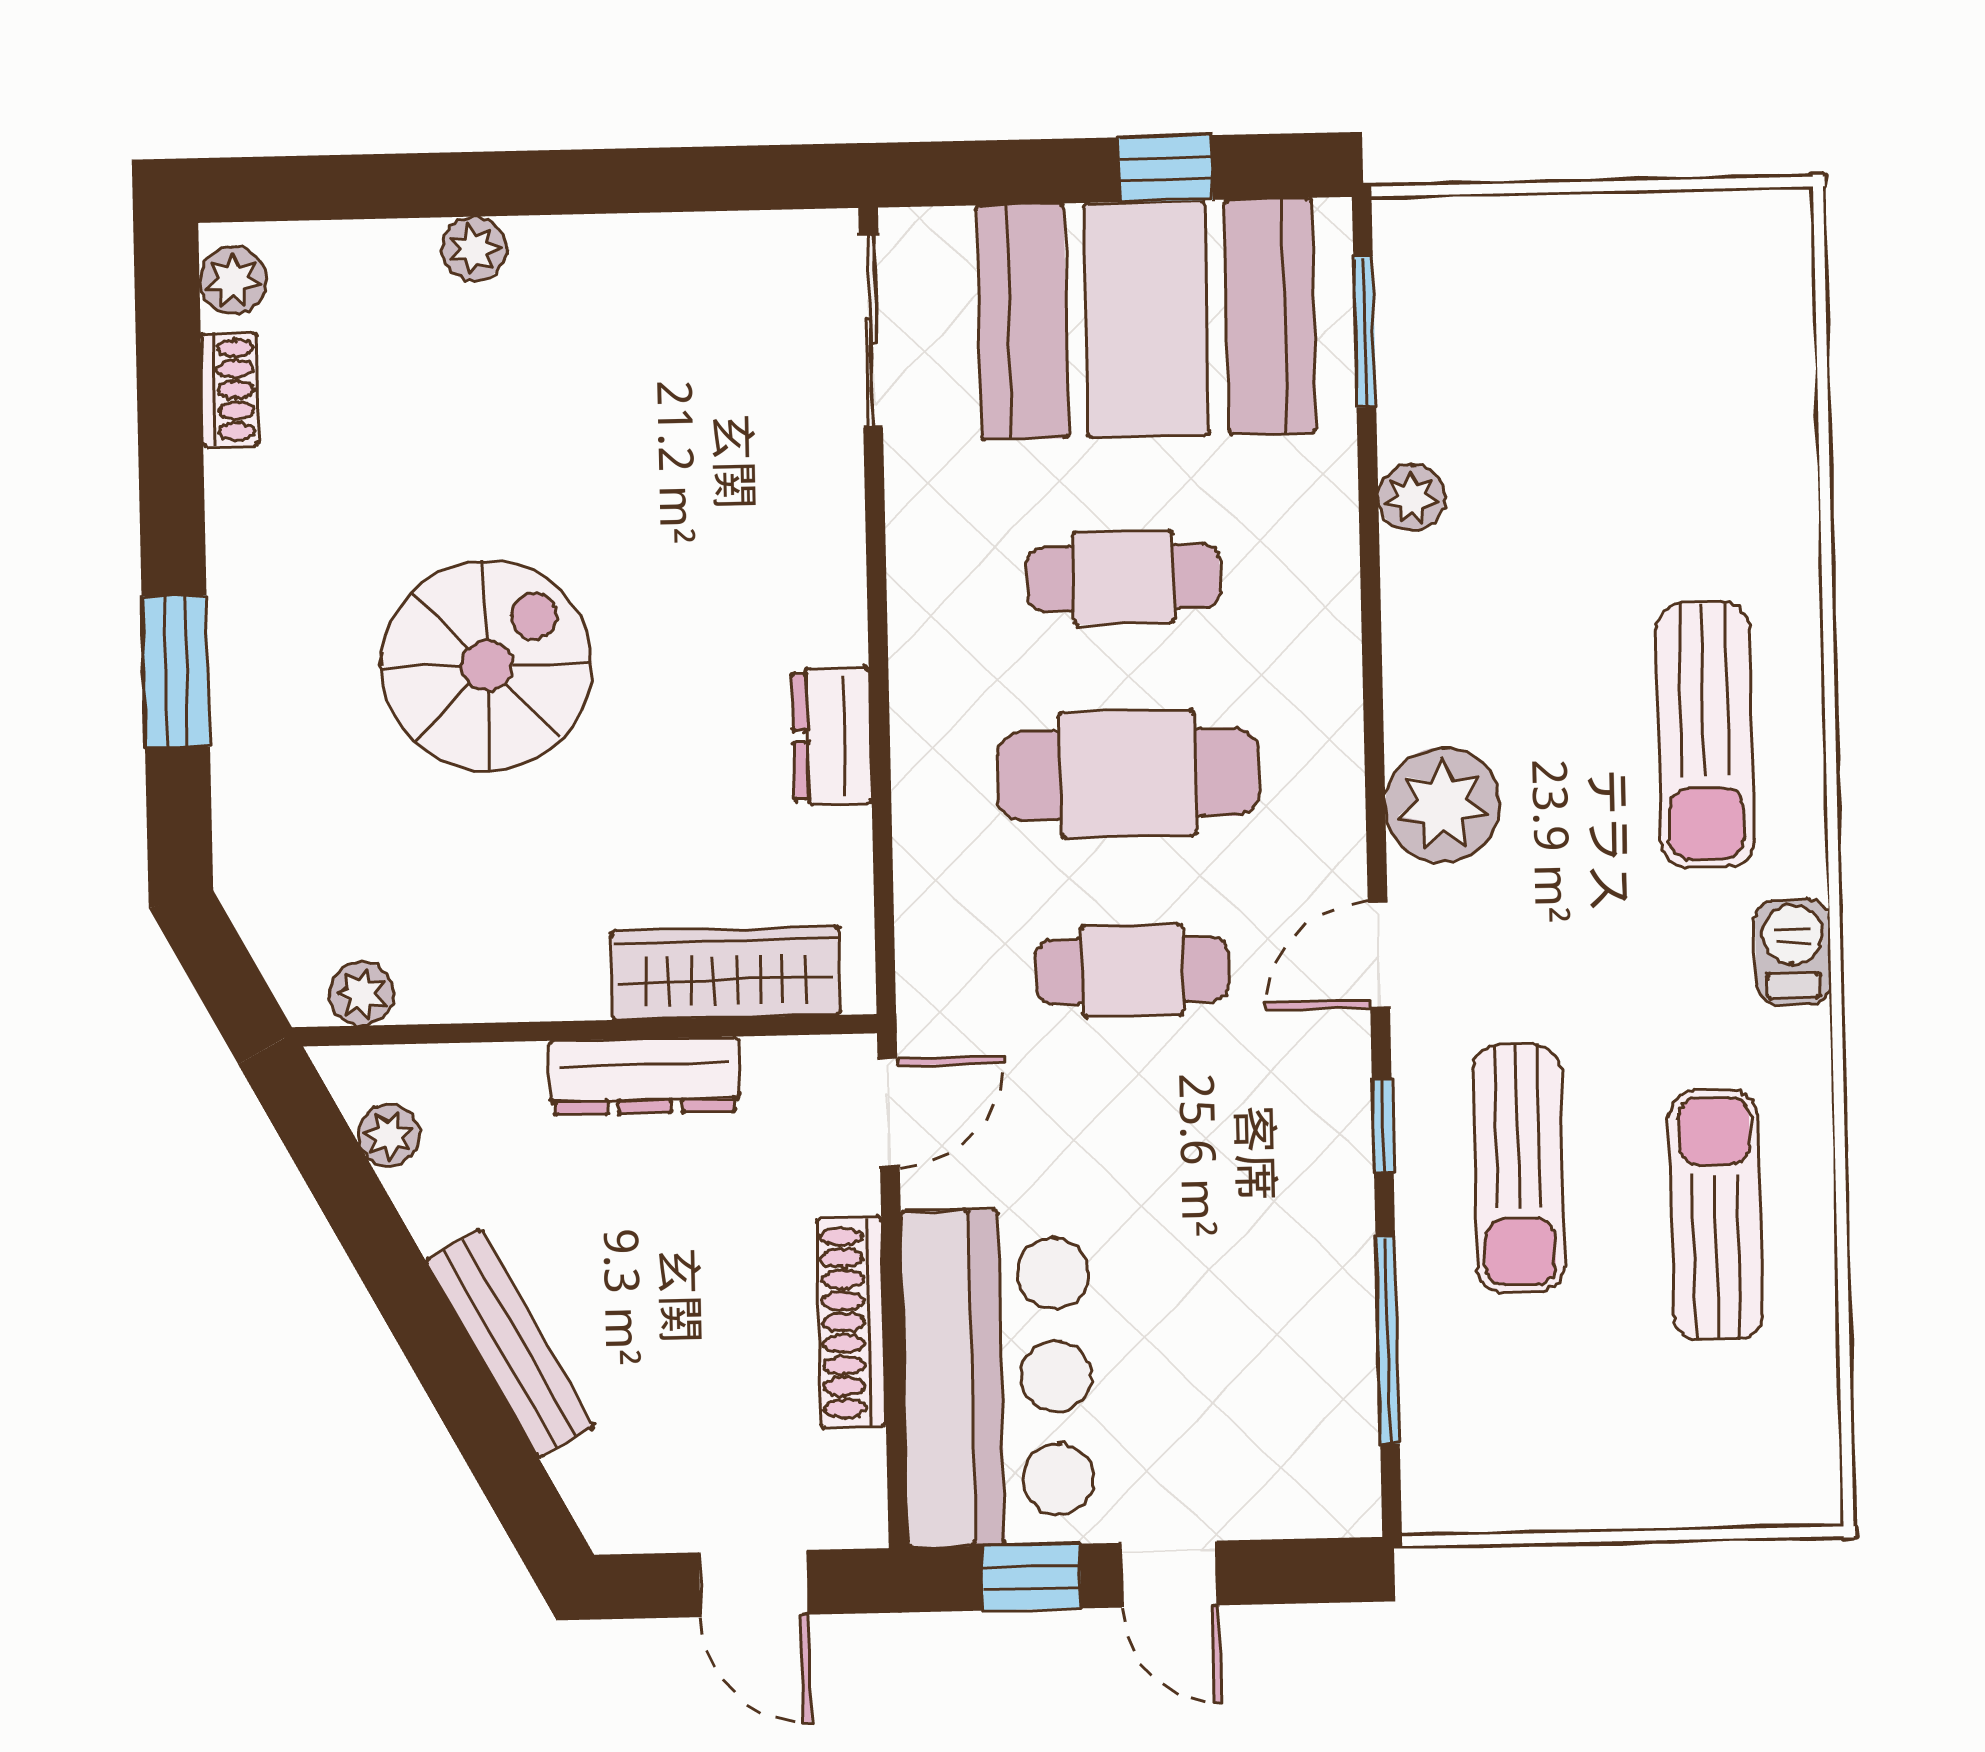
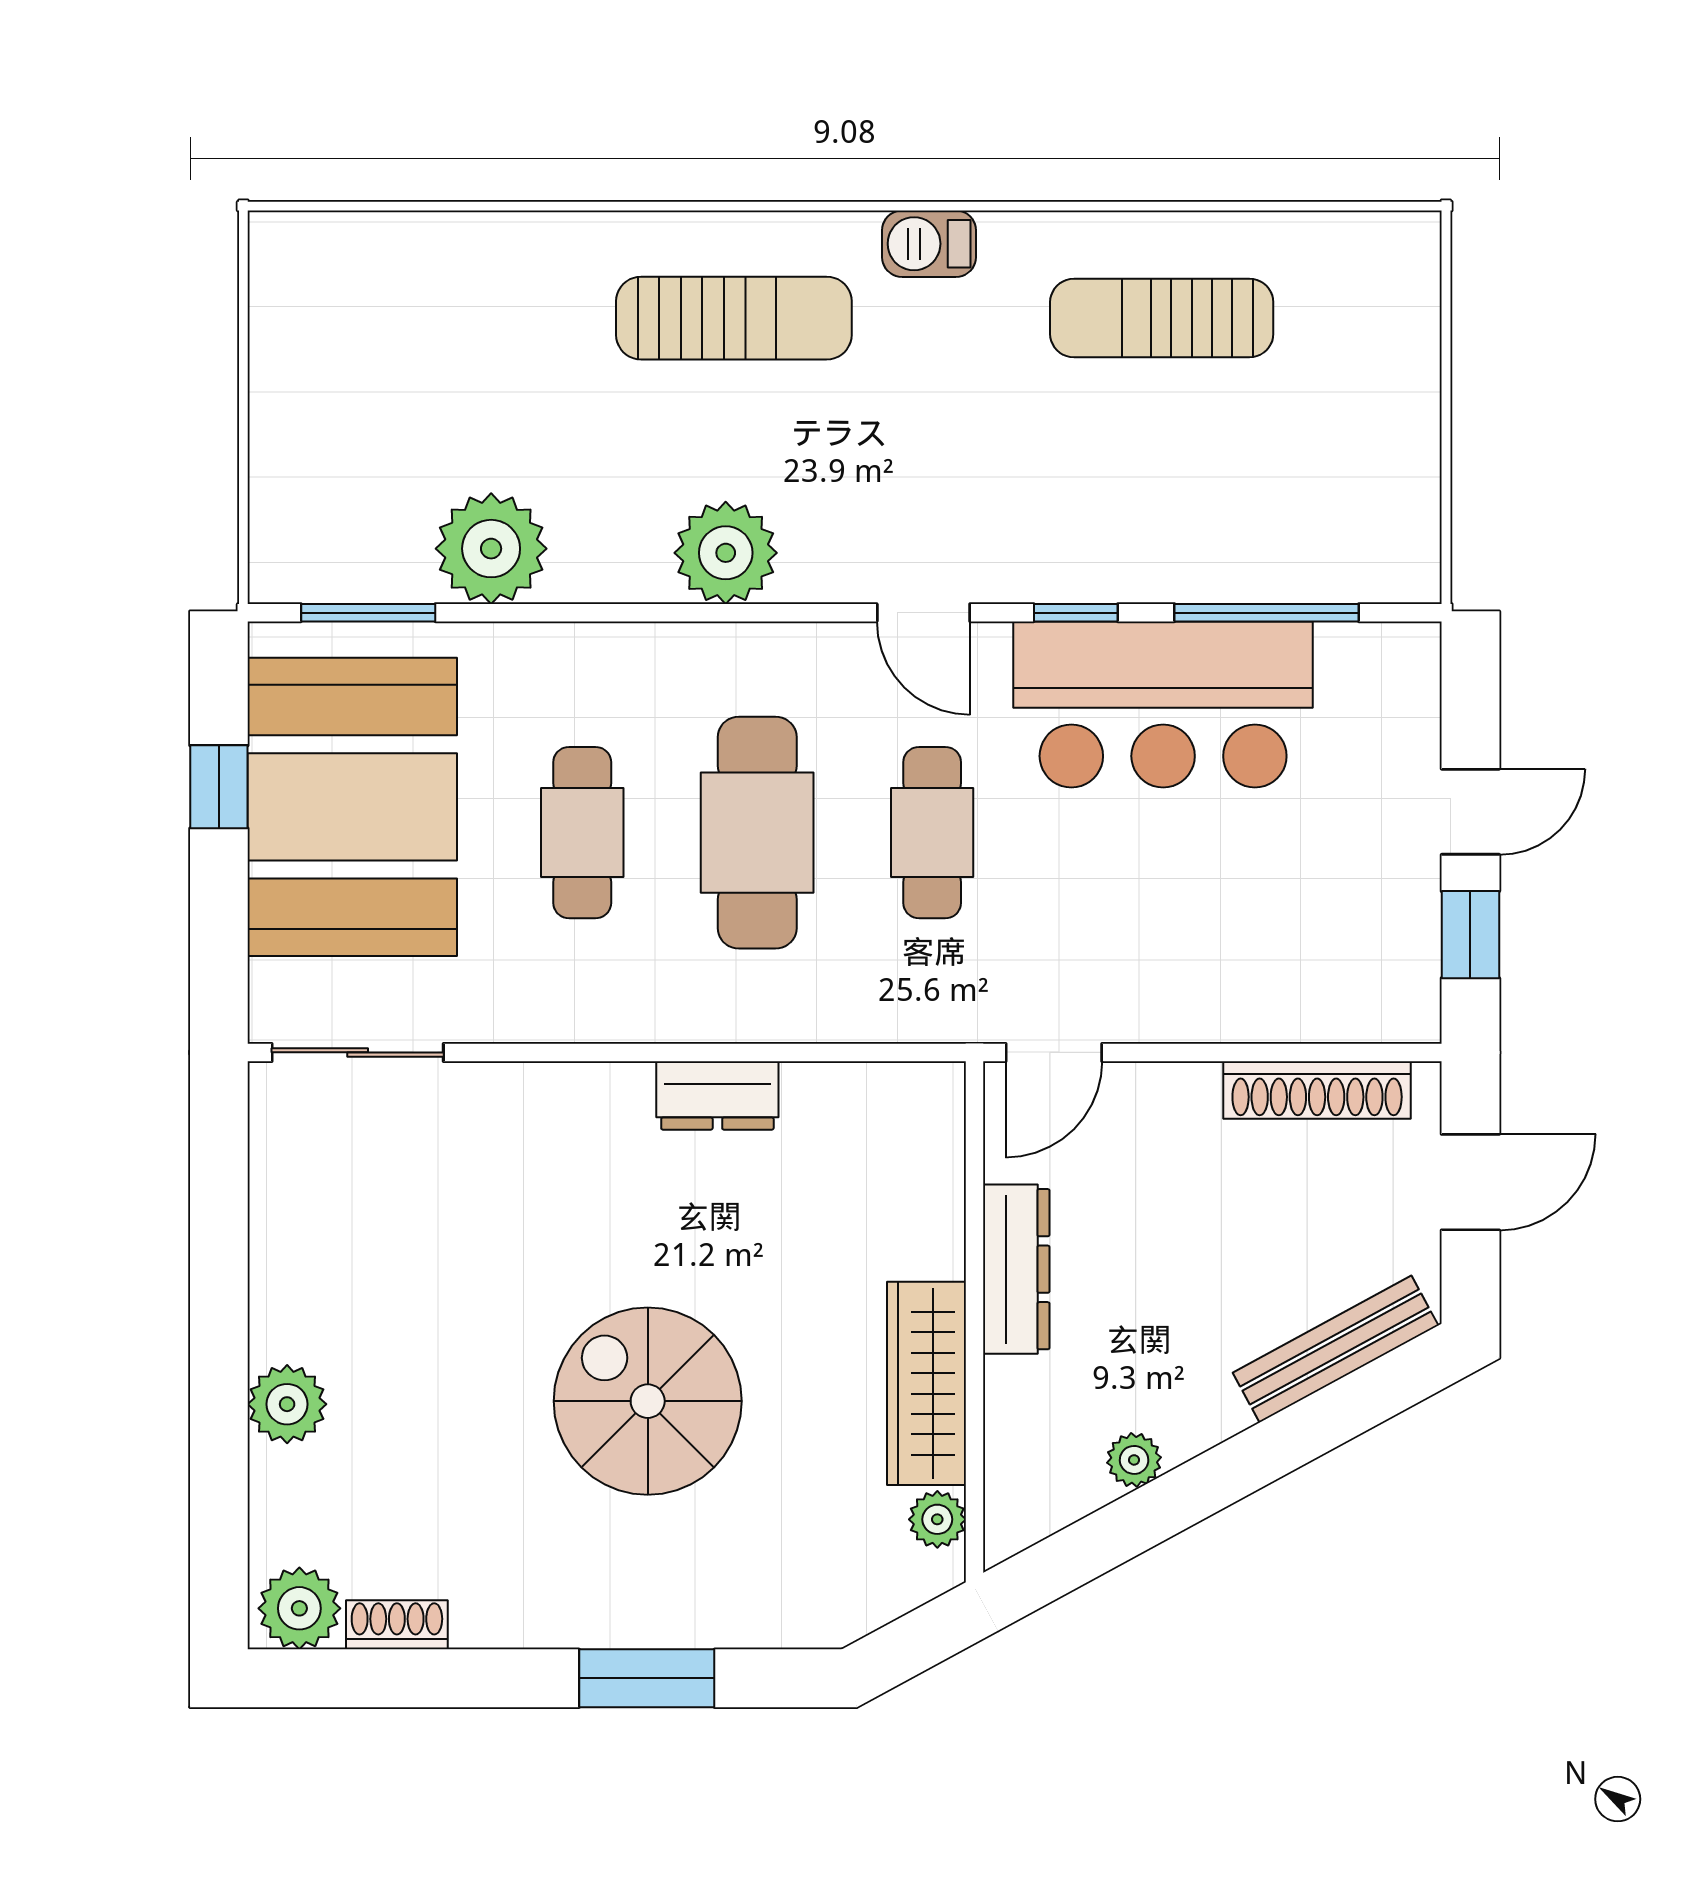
plant: (474, 249) -> (287, 1404), width x1.38, depth x1.38
plant: (233, 280) -> (299, 1608), width x1.38, depth x1.38
plant: (1411, 498) -> (491, 549), width x1.87, depth x1.87
plant: (1443, 805) -> (726, 553), moved
wardrobe: (726, 973) -> (926, 1383), moved
door: (889, 1113) -> (1054, 1052), swing flipped
plant: (389, 1135) -> (1134, 1460), moved
sun lounger: (1519, 1169) -> (1117, 493), removed
shoe rack: (851, 1322) -> (1317, 1090), moved
bench: (510, 1343) -> (1336, 1349), moved
bar counter: (998, 1378) -> (1163, 705), moved, turned 180

